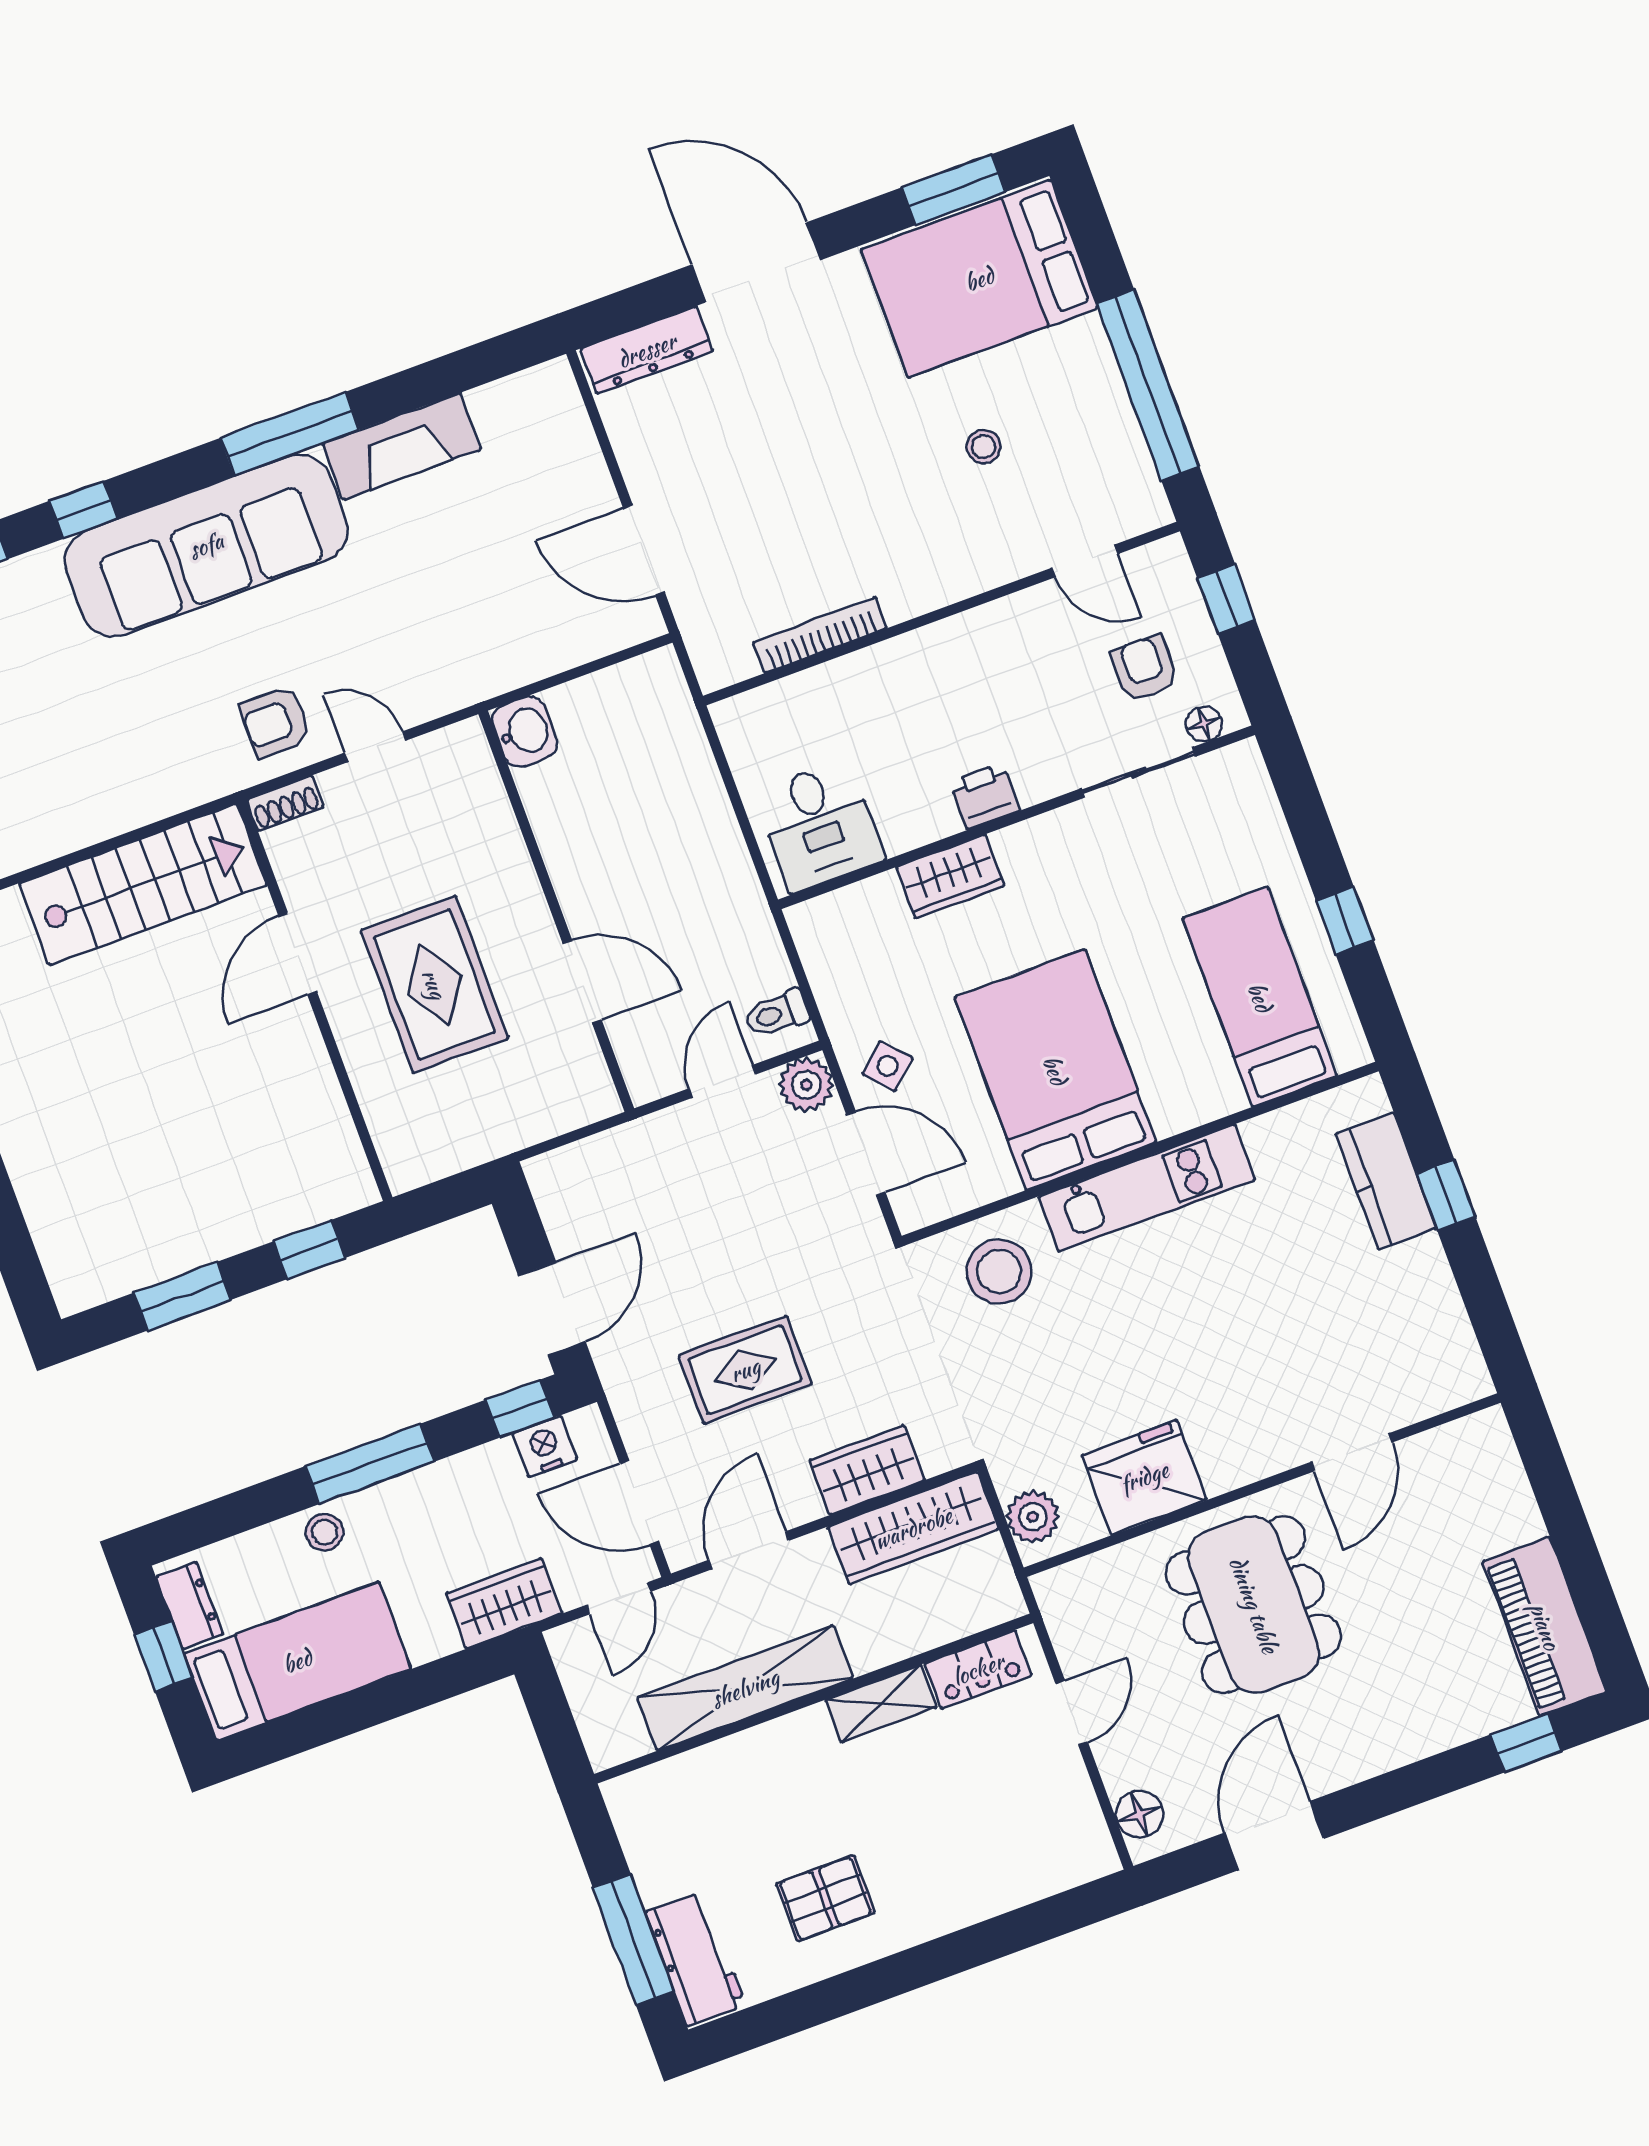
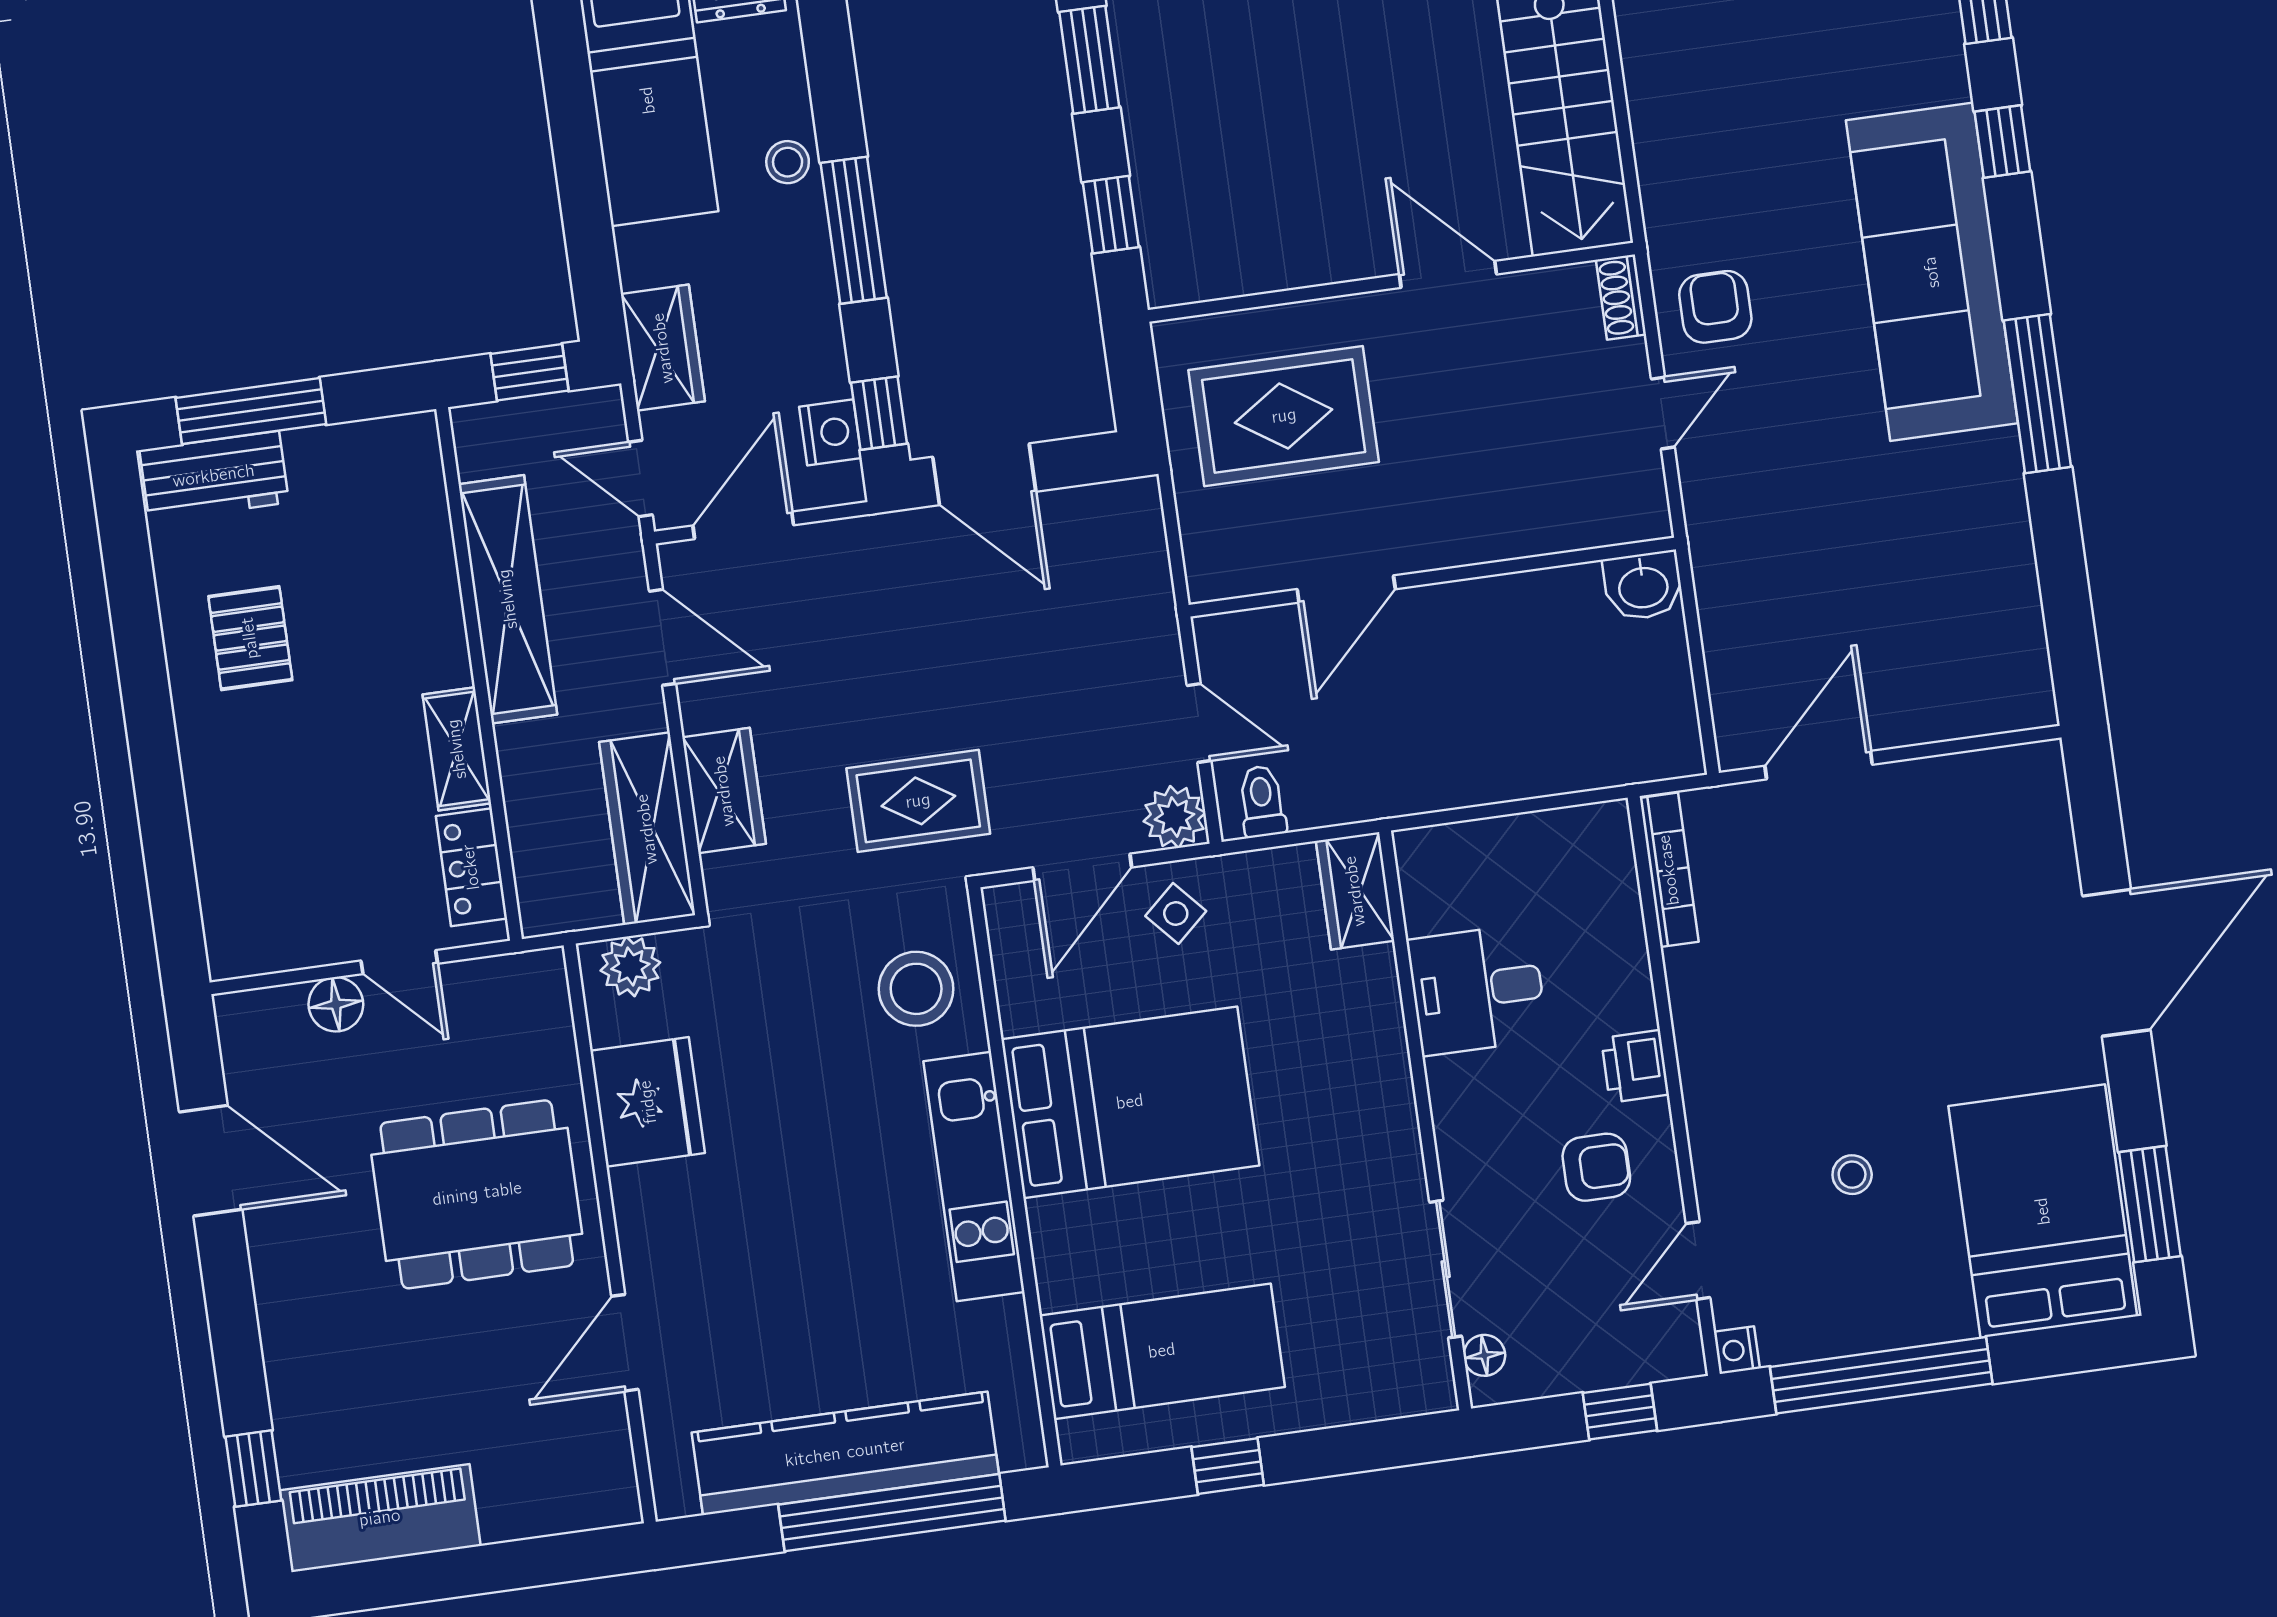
dresser: (647, 350) -> (2044, 818), removed
fireplace: (402, 446) -> (1996, 517), removed
nightstand: (1153, 512) -> (1737, 1350), added
bookcase: (820, 635) -> (1669, 870), moved
armchair: (1144, 668) -> (1596, 1167), moved
printer: (985, 796) -> (1635, 1066), moved, turned 180
desk: (819, 826) -> (1477, 990), moved
wardrobe: (950, 876) -> (1355, 891), moved
rug: (434, 984) -> (1284, 416), moved
kitchen counter: (1386, 1181) -> (845, 1453), width x2.08, depth x1.17
window: (1446, 1195) -> (892, 1513), width x3.17
rug: (745, 1370) -> (918, 801), moved, turned 90
door: (1352, 1452) -> (625, 1343), hinge flipped
window: (550, 1711) -> (529, 372), added
floor lamp: (1139, 1814) -> (336, 1004), moved

